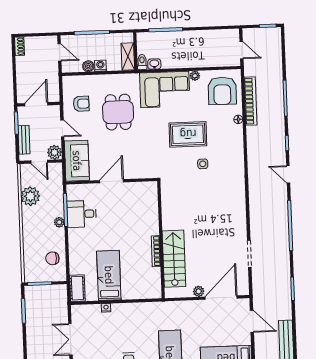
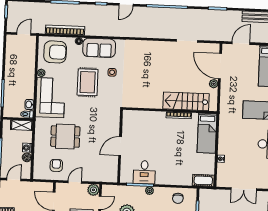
sofa: (77, 161) -> (99, 48), moved, turned 180
door: (112, 181) -> (120, 146), hinge flipped
bed: (109, 275) -> (207, 133), moved, turned -90

